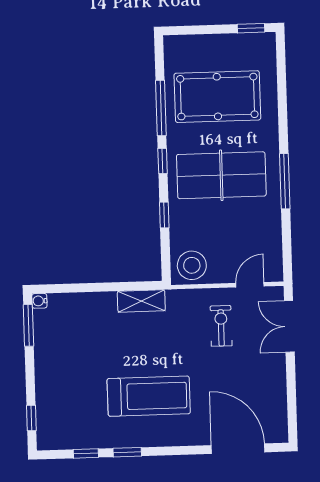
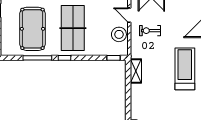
window: (164, 215) -> (113, 58), moved
stool: (192, 265) -> (119, 34), moved

